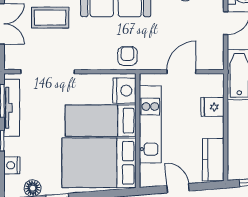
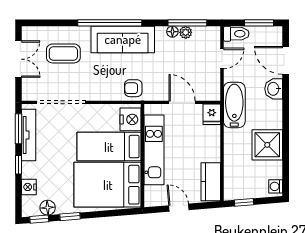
armchair: (127, 56) -> (133, 88), turned -90
door: (181, 72) -> (182, 102), hinge flipped
fridge: (212, 107) -> (212, 114), moved, turned -90

